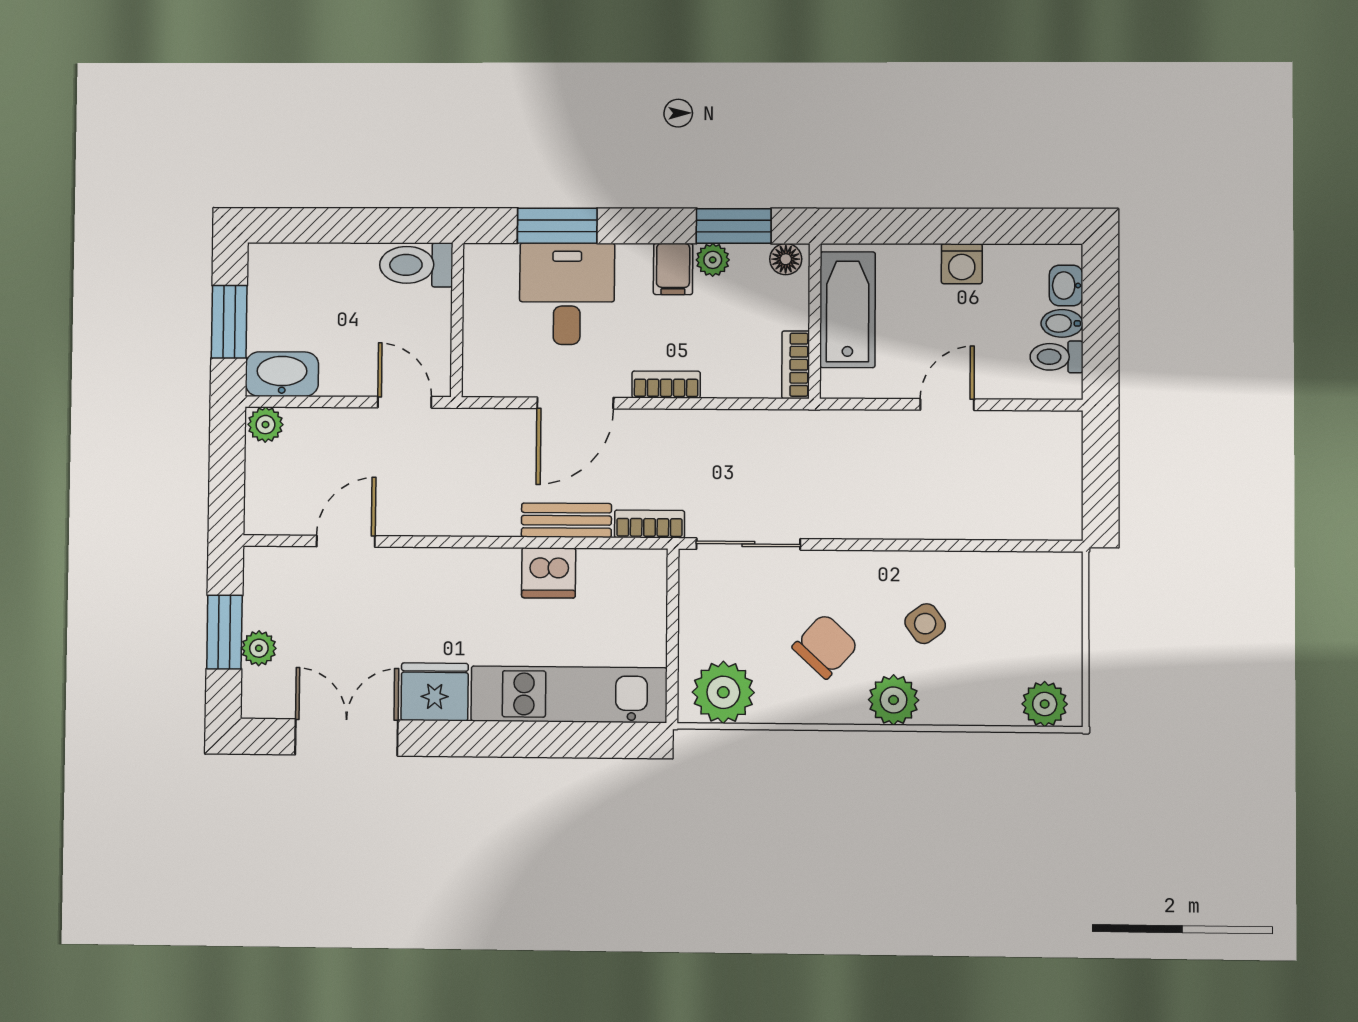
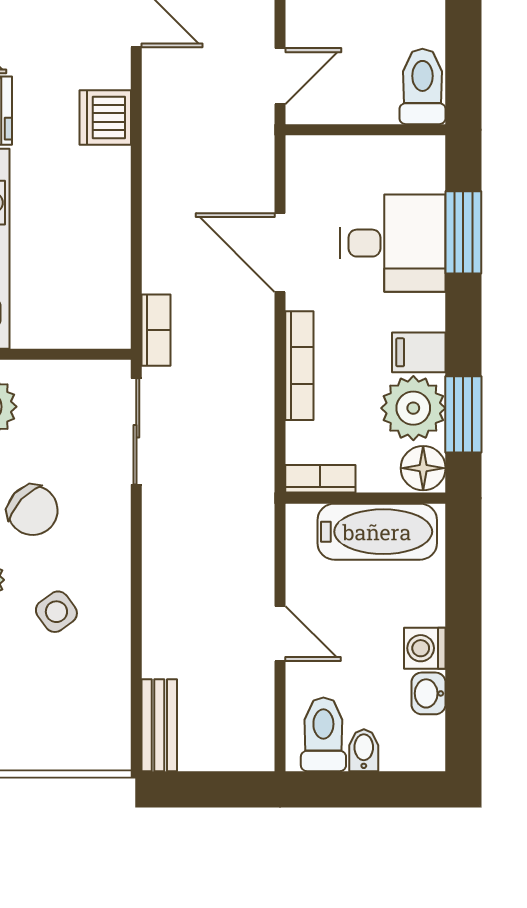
floor lamp: (786, 259) -> (423, 468), width x1.37, depth x1.37
plant: (713, 260) -> (413, 408), width x1.88, depth x1.88
washbasin: (1066, 285) -> (428, 693), moved, turned -90
toilet: (1057, 357) -> (323, 734), width x1.37, depth x1.39
bookcase: (666, 385) -> (299, 366), width x1.56
bench: (566, 520) -> (159, 725), moved
dishwasher: (549, 573) -> (105, 118), moved

